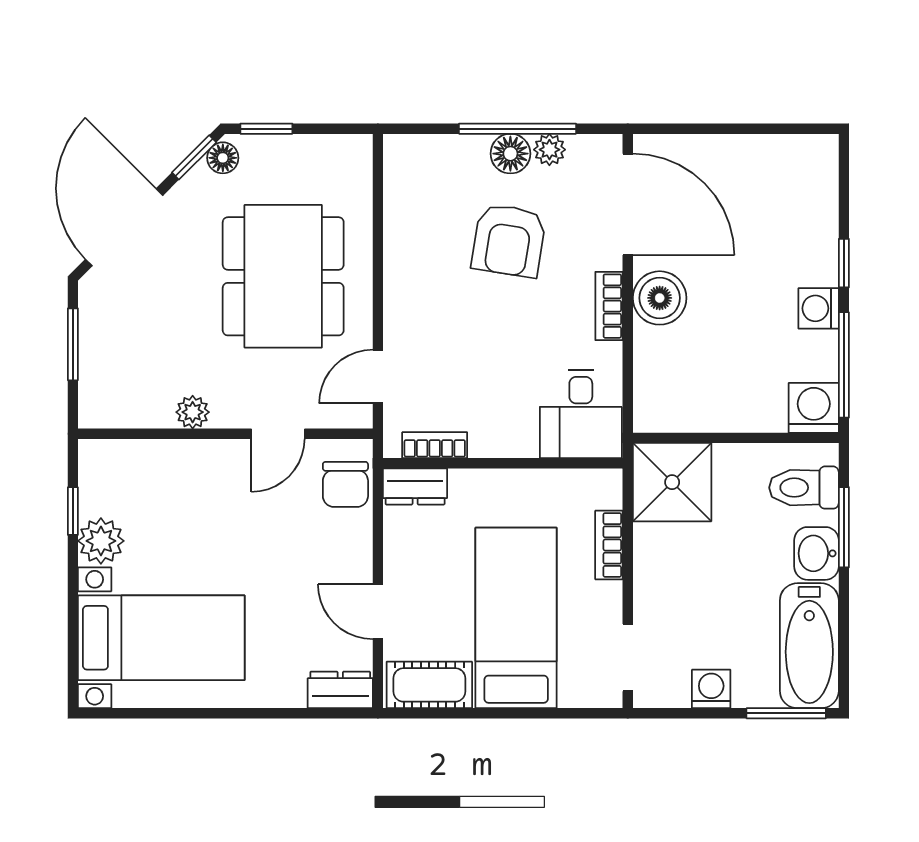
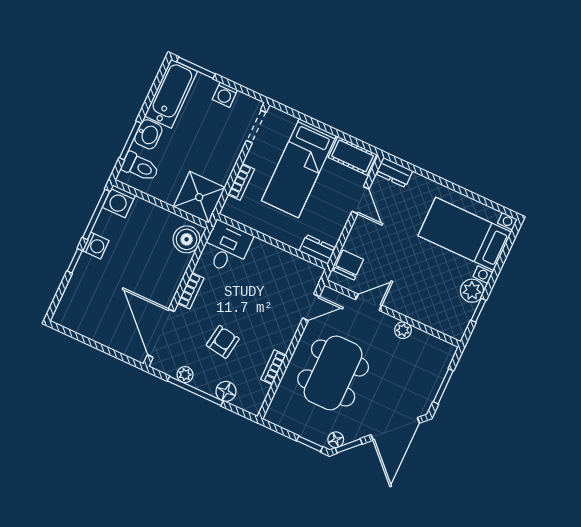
floor lamp: (510, 154) -> (226, 391), moved
armchair: (509, 240) -> (223, 342), width x0.72, depth x0.72
boiler: (660, 298) -> (187, 239), moved
bookcase: (435, 445) -> (273, 367), moved, turned 90

